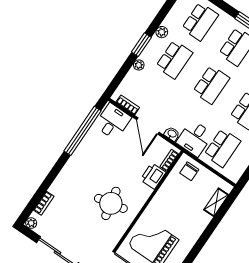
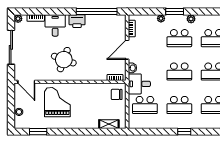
desk: (113, 122) -> (55, 25), moved, turned -90
printer: (153, 176) -> (77, 21), moved, turned 180
round table: (111, 203) -> (64, 60), turned 32

